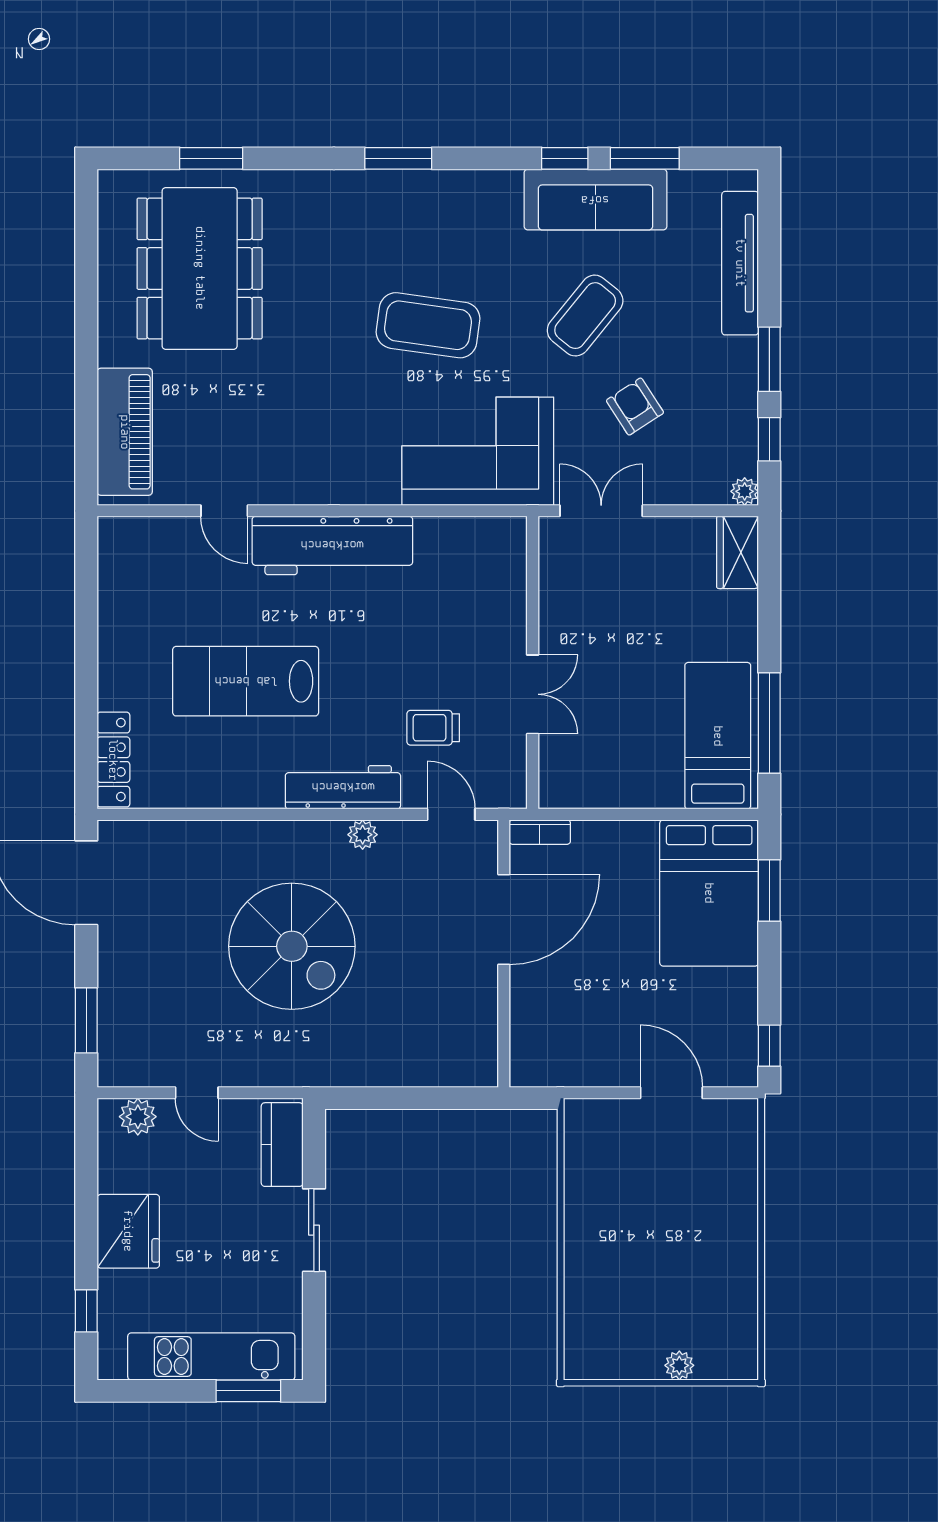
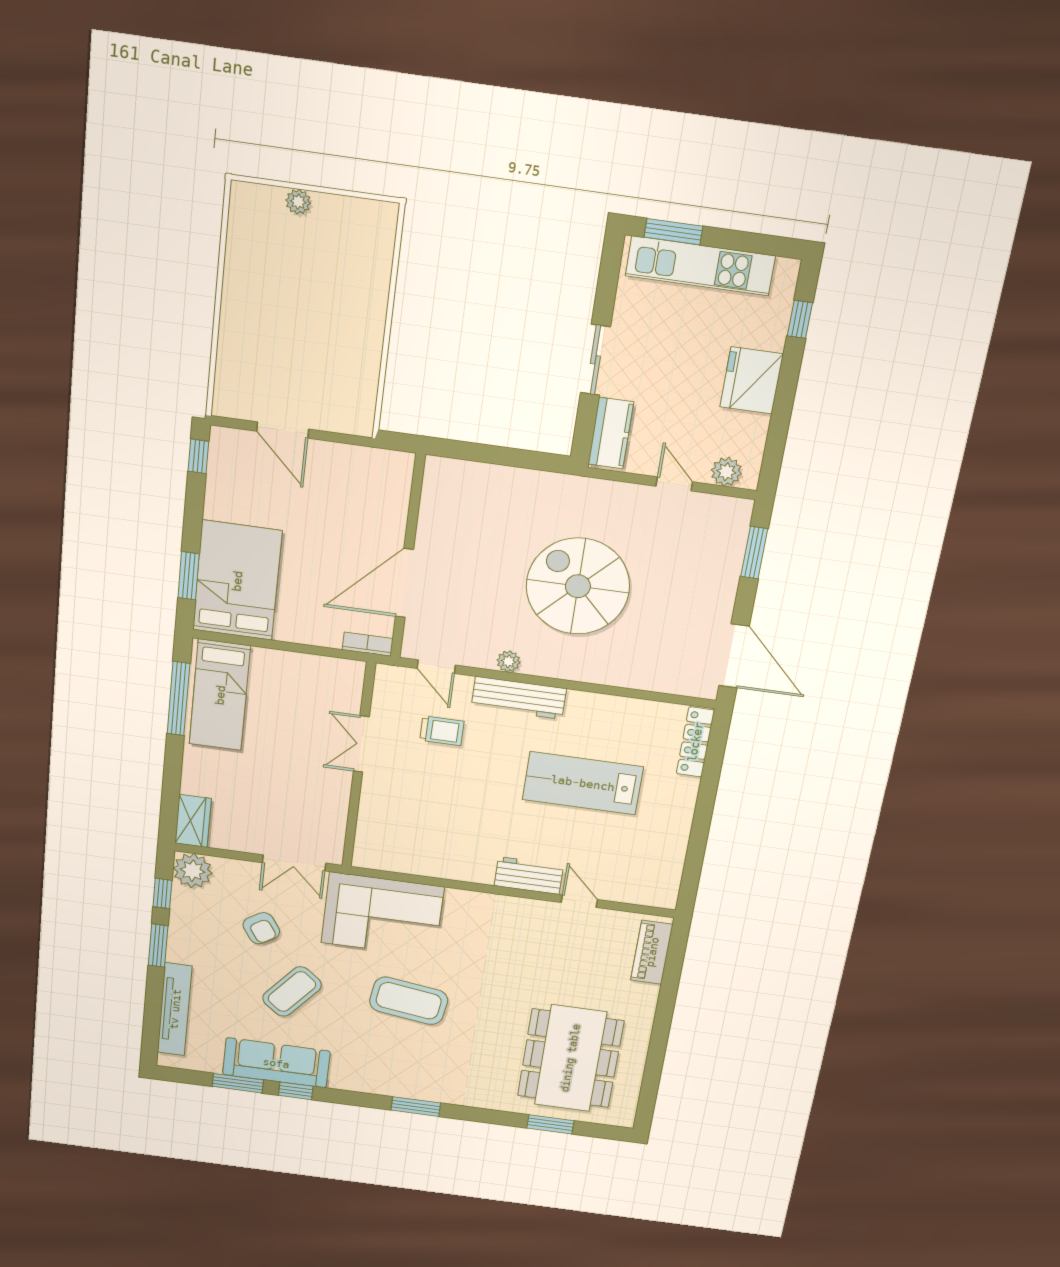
piano: (125, 432) -> (652, 952), width x0.73, depth x0.75
plant: (745, 491) -> (193, 871), width x1.88, depth x1.88
workbench: (332, 545) -> (529, 876), width x0.53, depth x0.76
lab bench: (246, 681) -> (583, 783), turned 180

